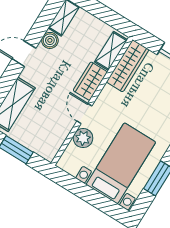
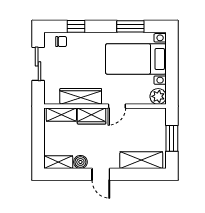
wardrobe: (128, 66) -> (81, 96), moved
plant: (83, 138) -> (158, 96), moved

